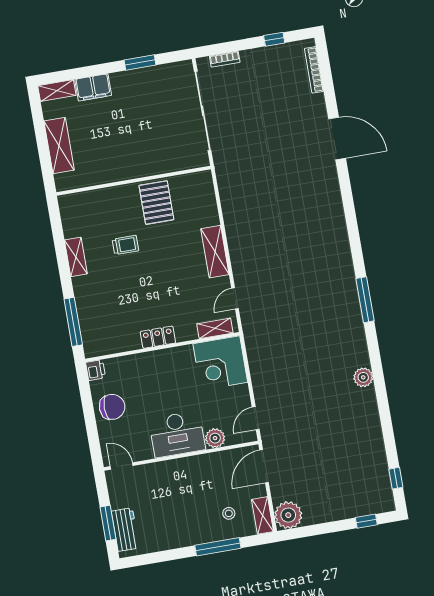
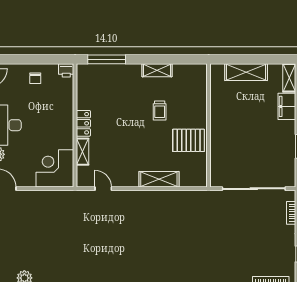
shelving: (215, 252) -> (159, 179), moved
shelving: (215, 328) -> (83, 152), moved
chair: (112, 407) -> (35, 78), width x0.54, depth x0.54

